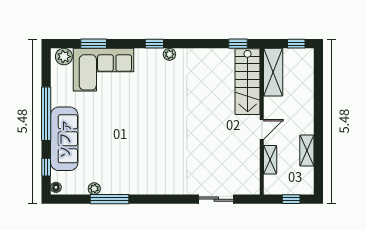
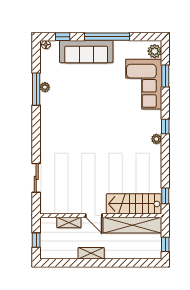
shelving: (273, 72) -> (132, 225), width x1.47
shelving: (307, 151) -> (91, 253), moved
plant: (94, 189) -> (45, 87), moved

